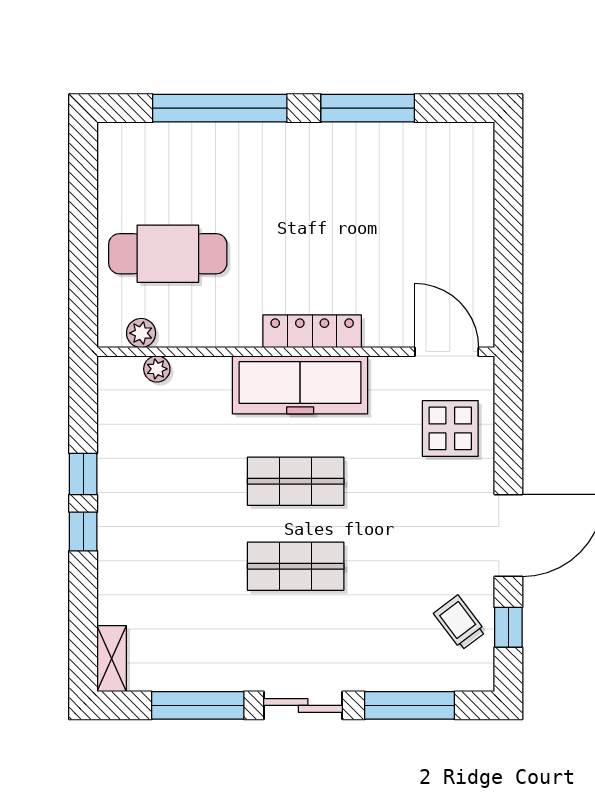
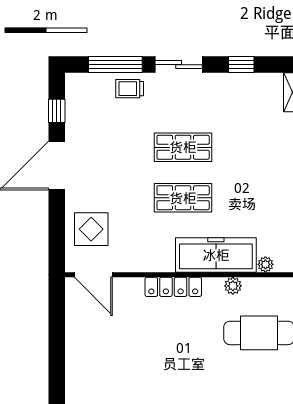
plant: (141, 333) -> (233, 286), moved
freezer: (300, 385) -> (216, 255), moved
trolley: (460, 623) -> (130, 89), moved, turned 127
window: (198, 705) -> (241, 65), width x0.46

